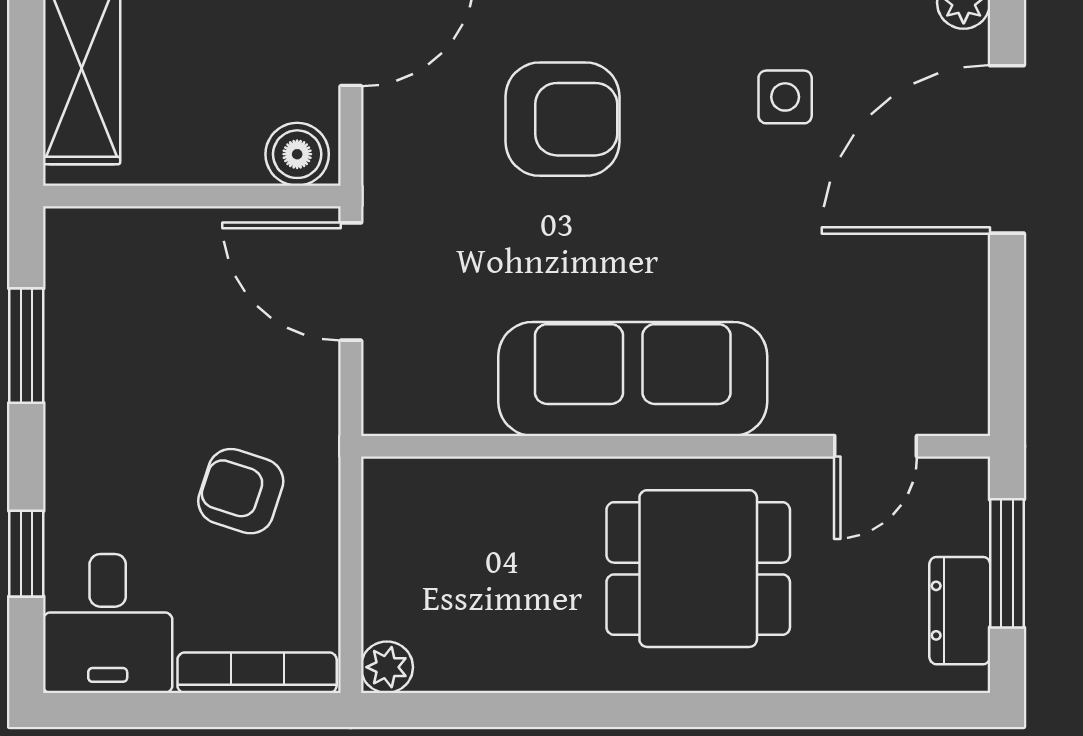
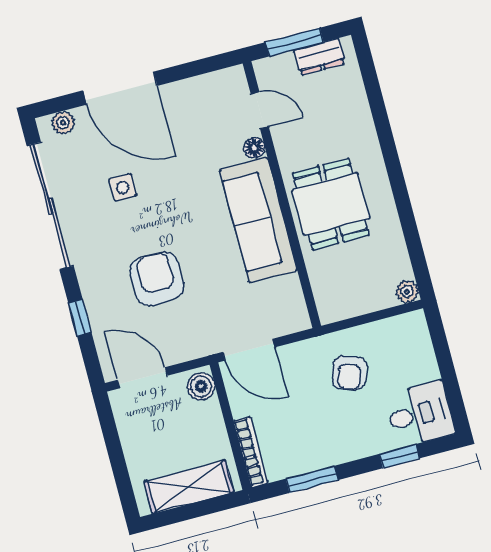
door: (351, 282) -> (249, 350), hinge flipped
floor lamp: (796, 413) -> (254, 148), added
dining table: (698, 569) -> (331, 204), moved
bookcase: (257, 673) -> (251, 452), moved, turned 180

